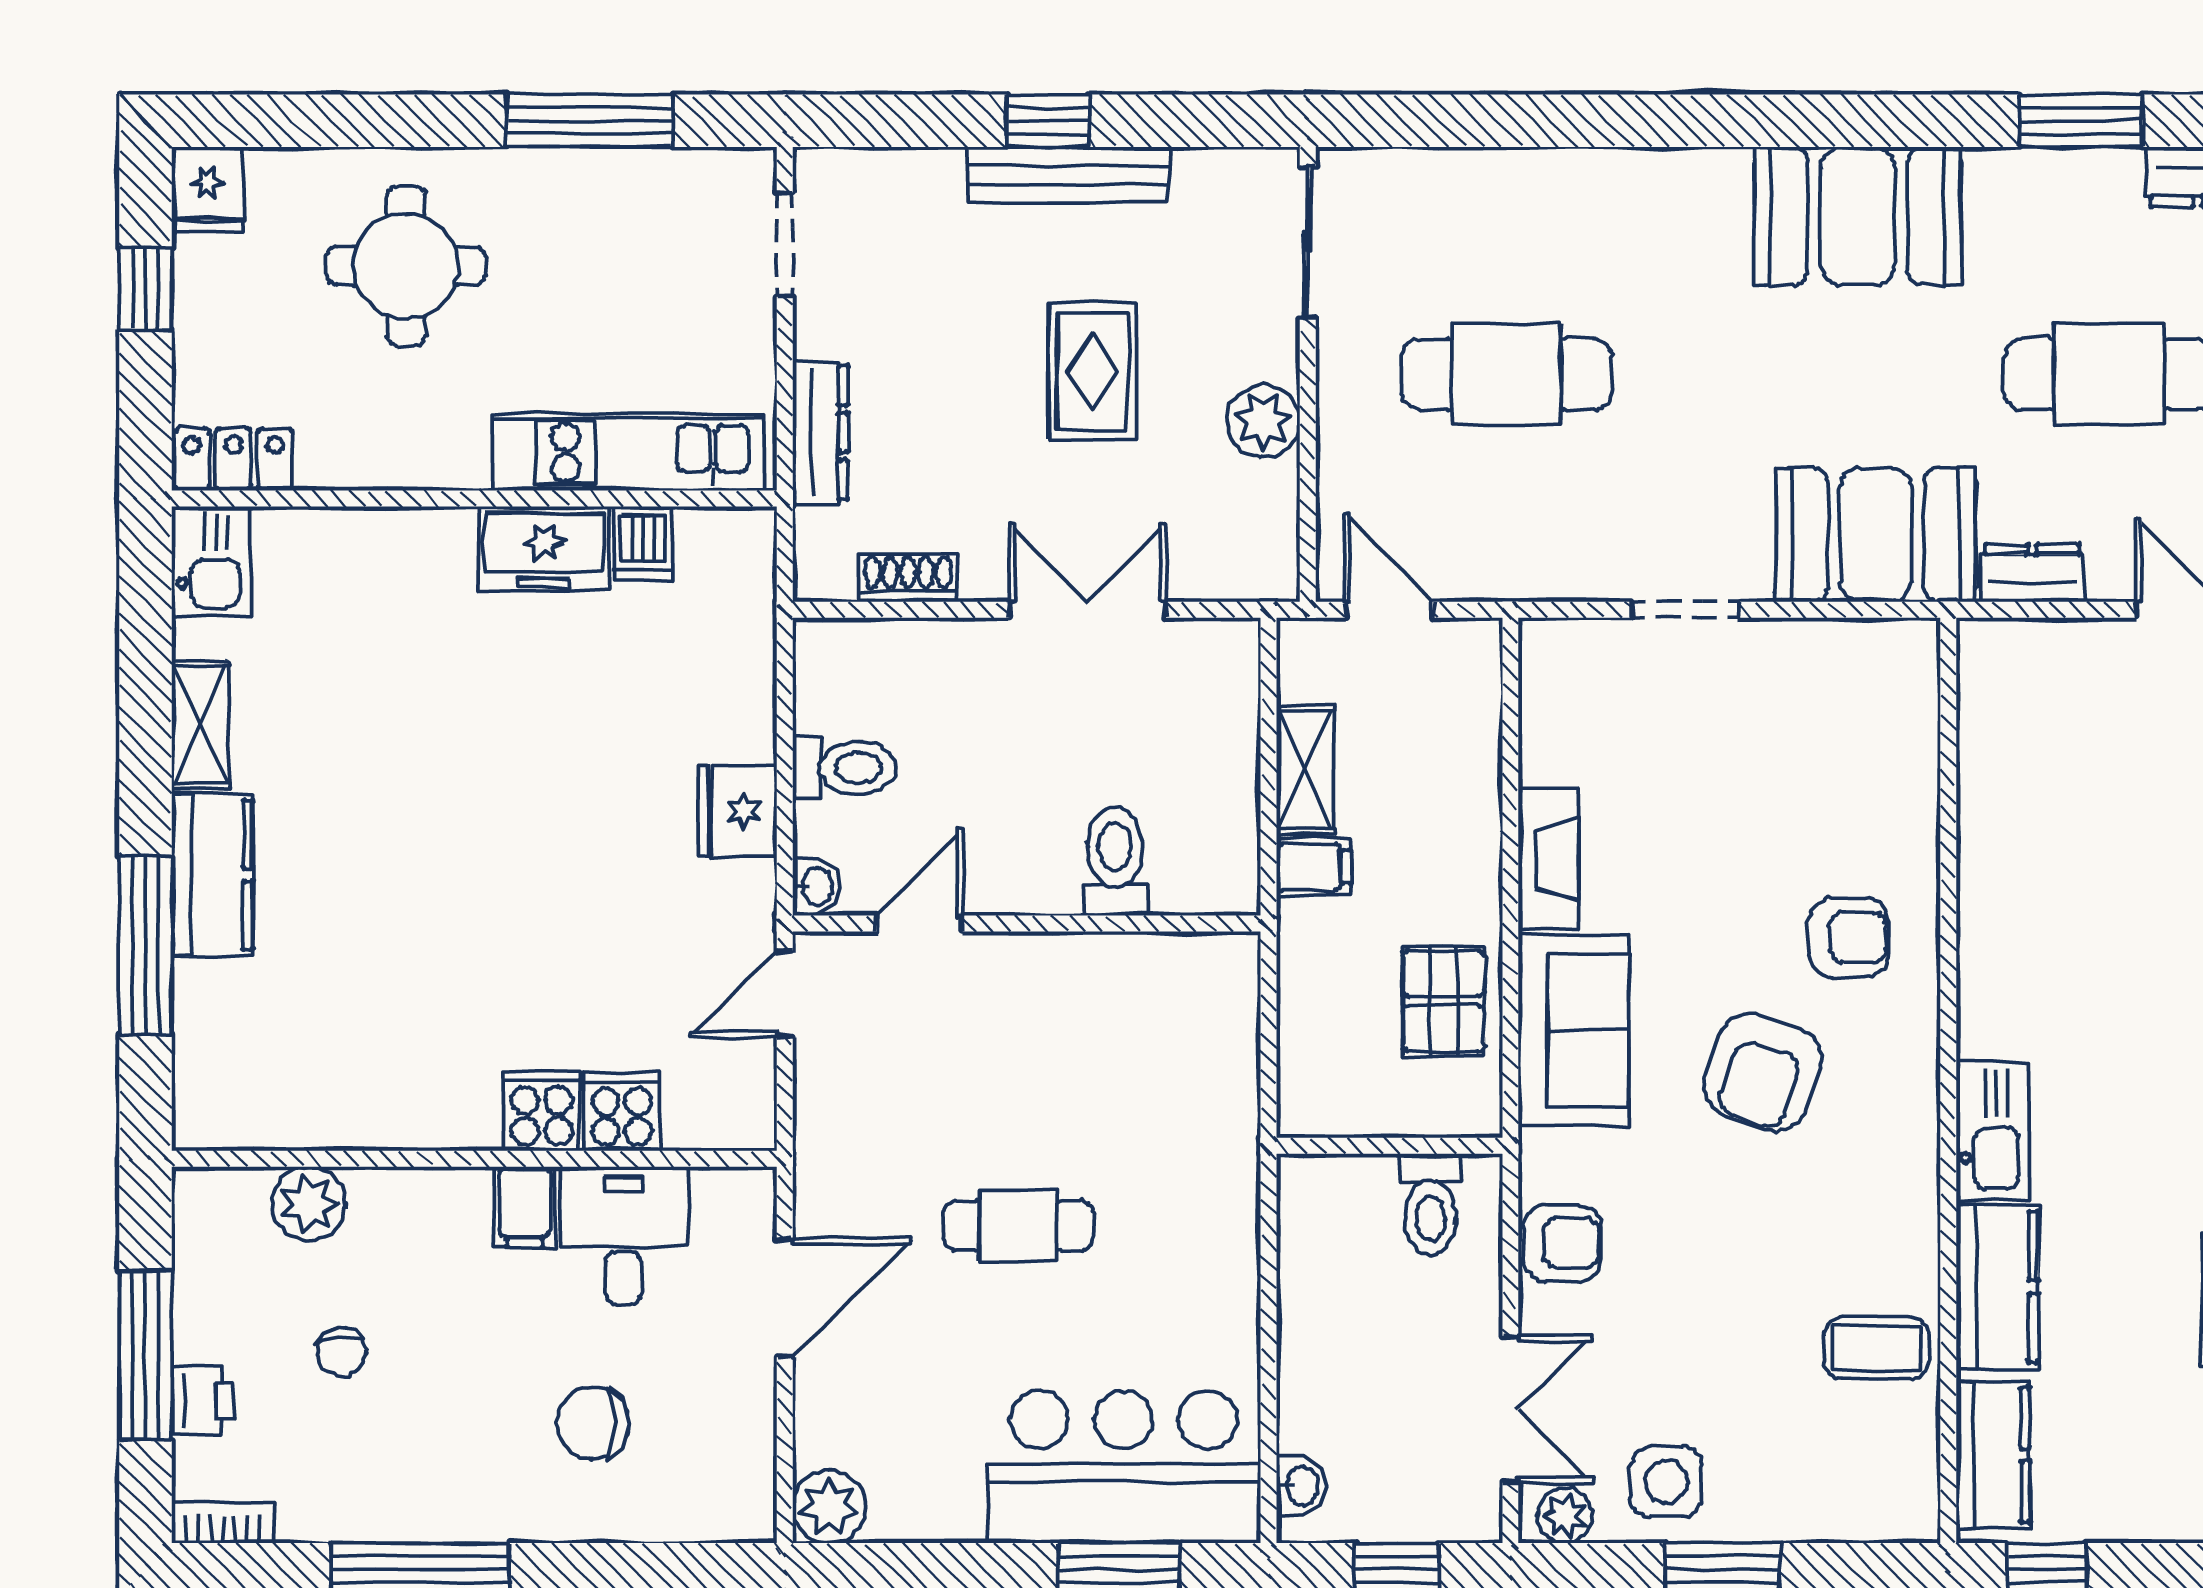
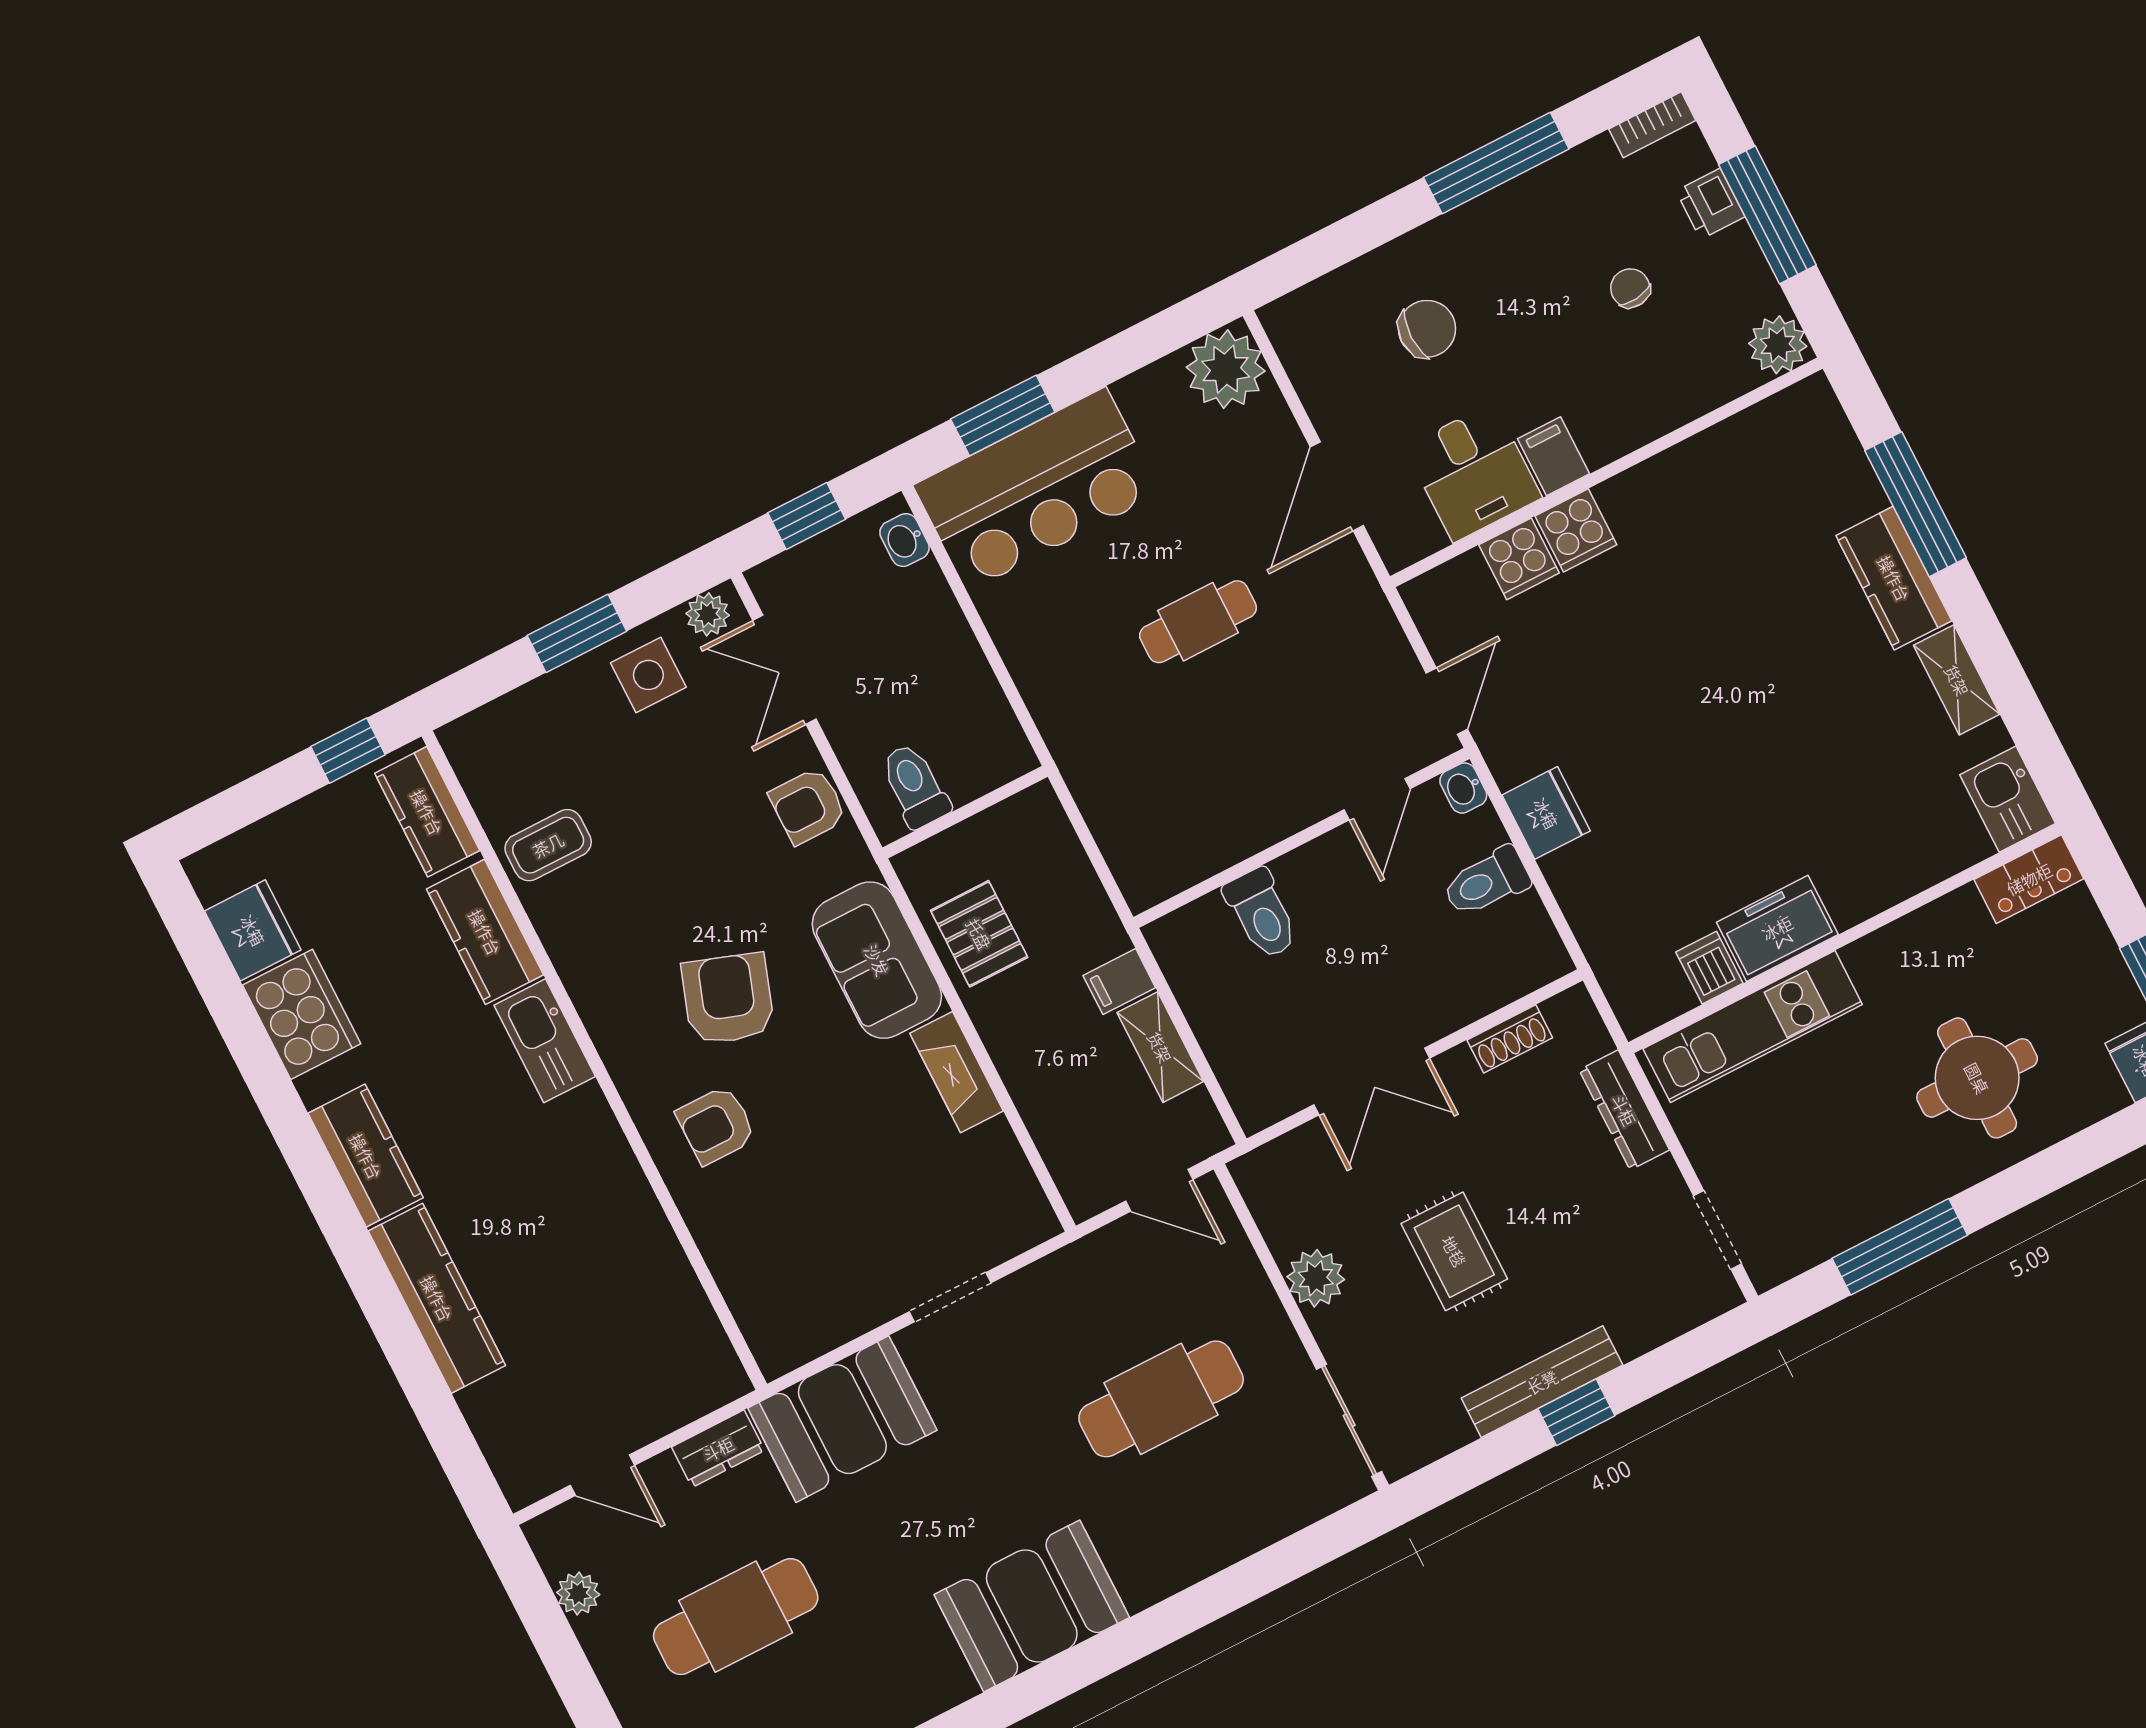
booth: (1858, 216) -> (1032, 1606), moved
plant: (309, 1203) -> (1778, 345), moved
plant: (829, 1507) -> (1226, 369), width x1.36, depth x1.36

